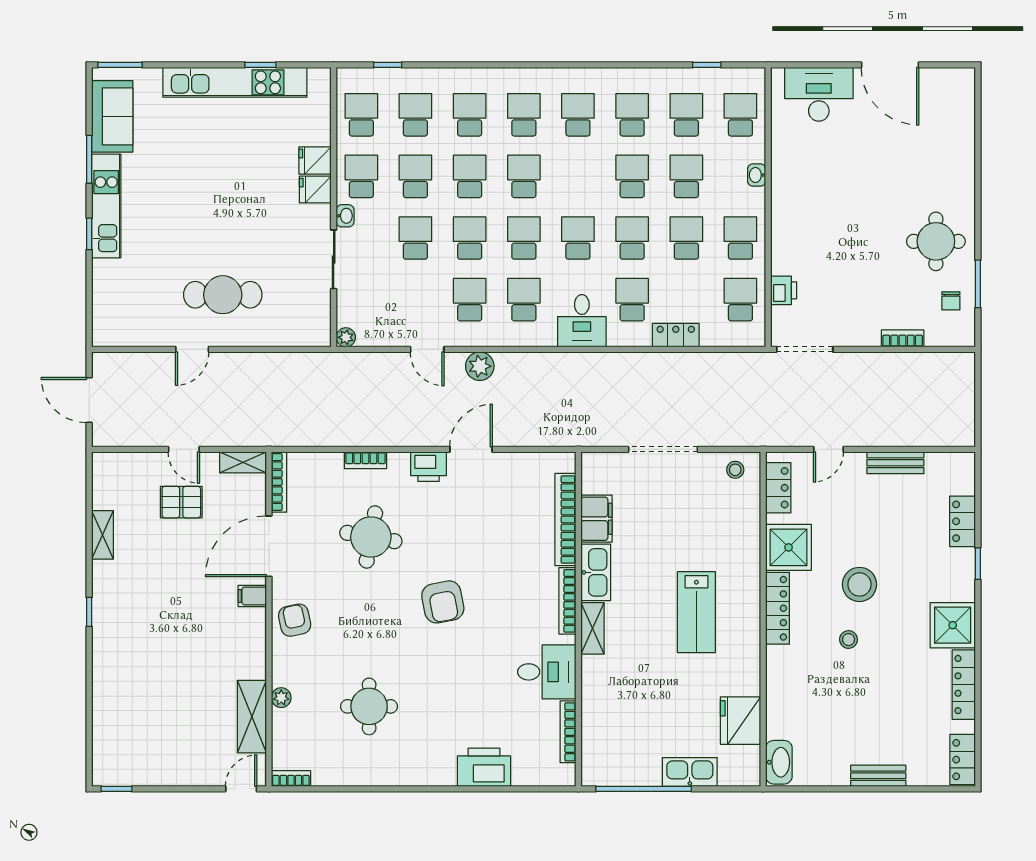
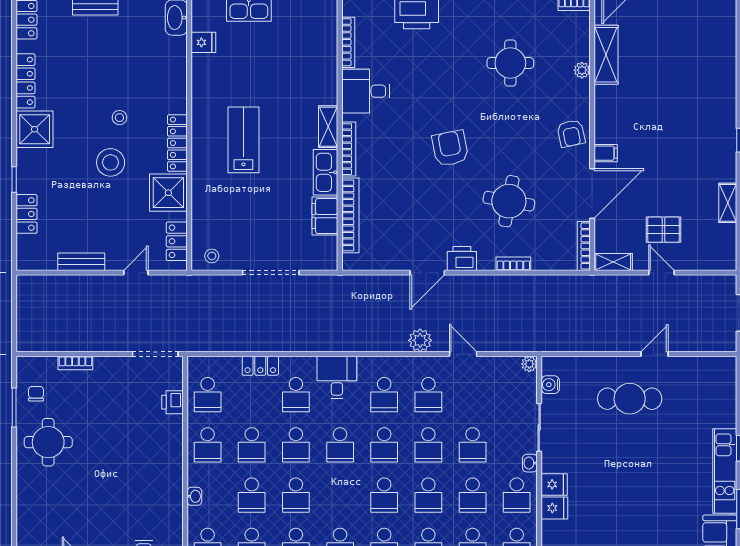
water cooler: (320, 312) -> (550, 385), added
fridge: (740, 721) -> (203, 42), width x0.53, depth x0.75

